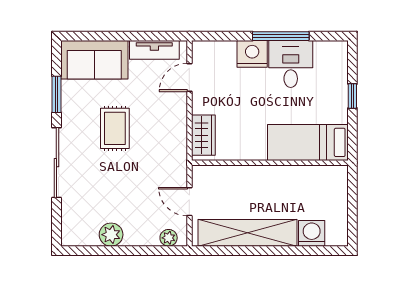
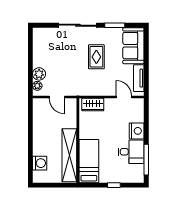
window: (281, 36) -> (146, 160), moved
rug: (115, 128) -> (96, 57), turned 90
door: (189, 202) -> (57, 97), swing flipped
shelving: (248, 233) -> (69, 155), moved
plant: (111, 235) -> (39, 74), moved

